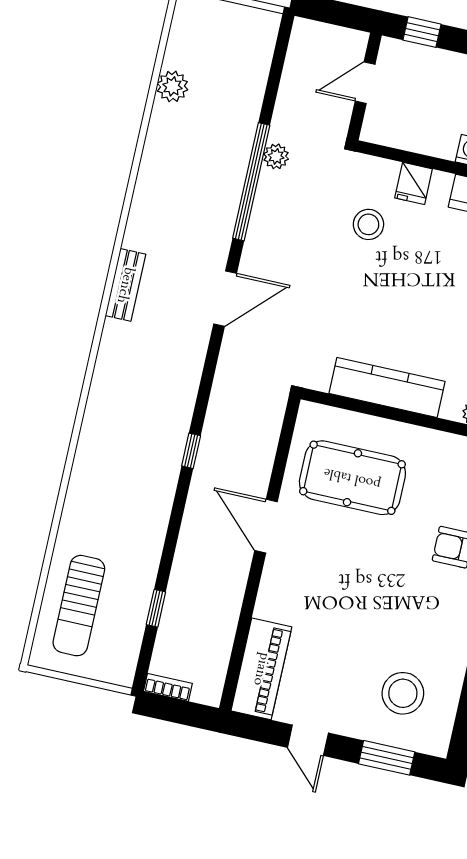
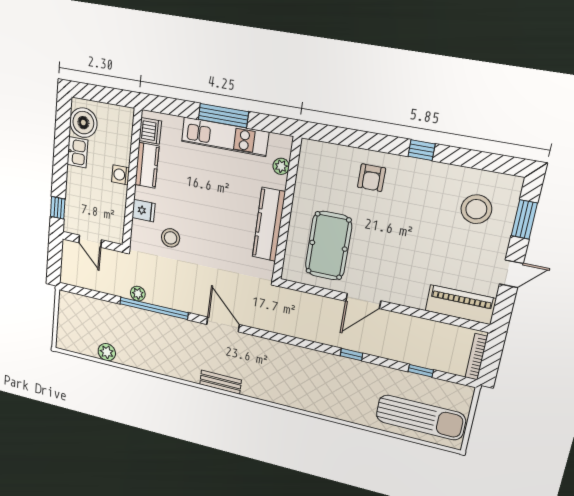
window: (191, 451) -> (351, 355), moved
sun lounger: (79, 606) -> (421, 417), width x1.36, depth x1.34
bookcase: (168, 687) -> (476, 357), width x1.56

